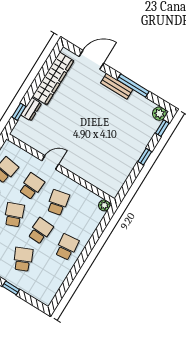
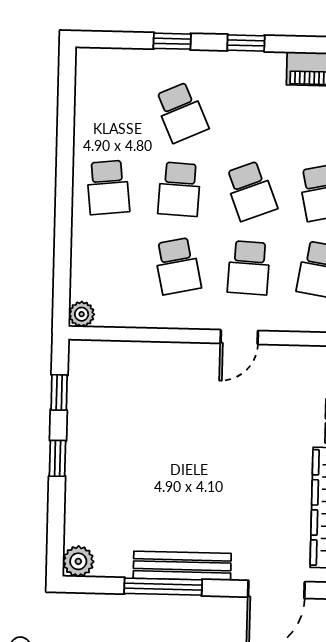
bench: (117, 86) -> (182, 566), width x1.36
window: (162, 128) -> (59, 392), moved

